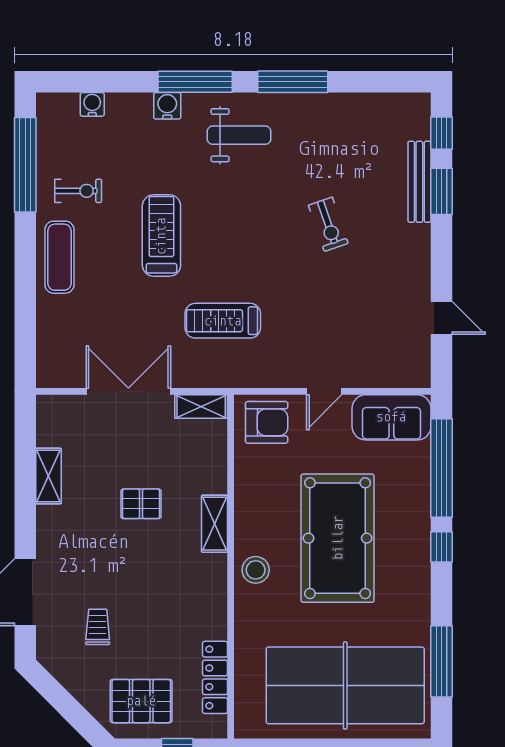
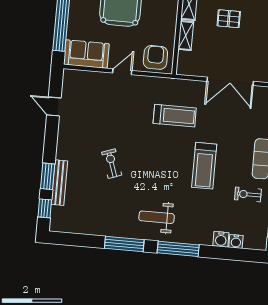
water cooler: (167, 106) -> (221, 239), moved
shelving: (201, 406) -> (186, 36), moved, turned 90
armchair: (267, 422) -> (155, 57), turned 90

